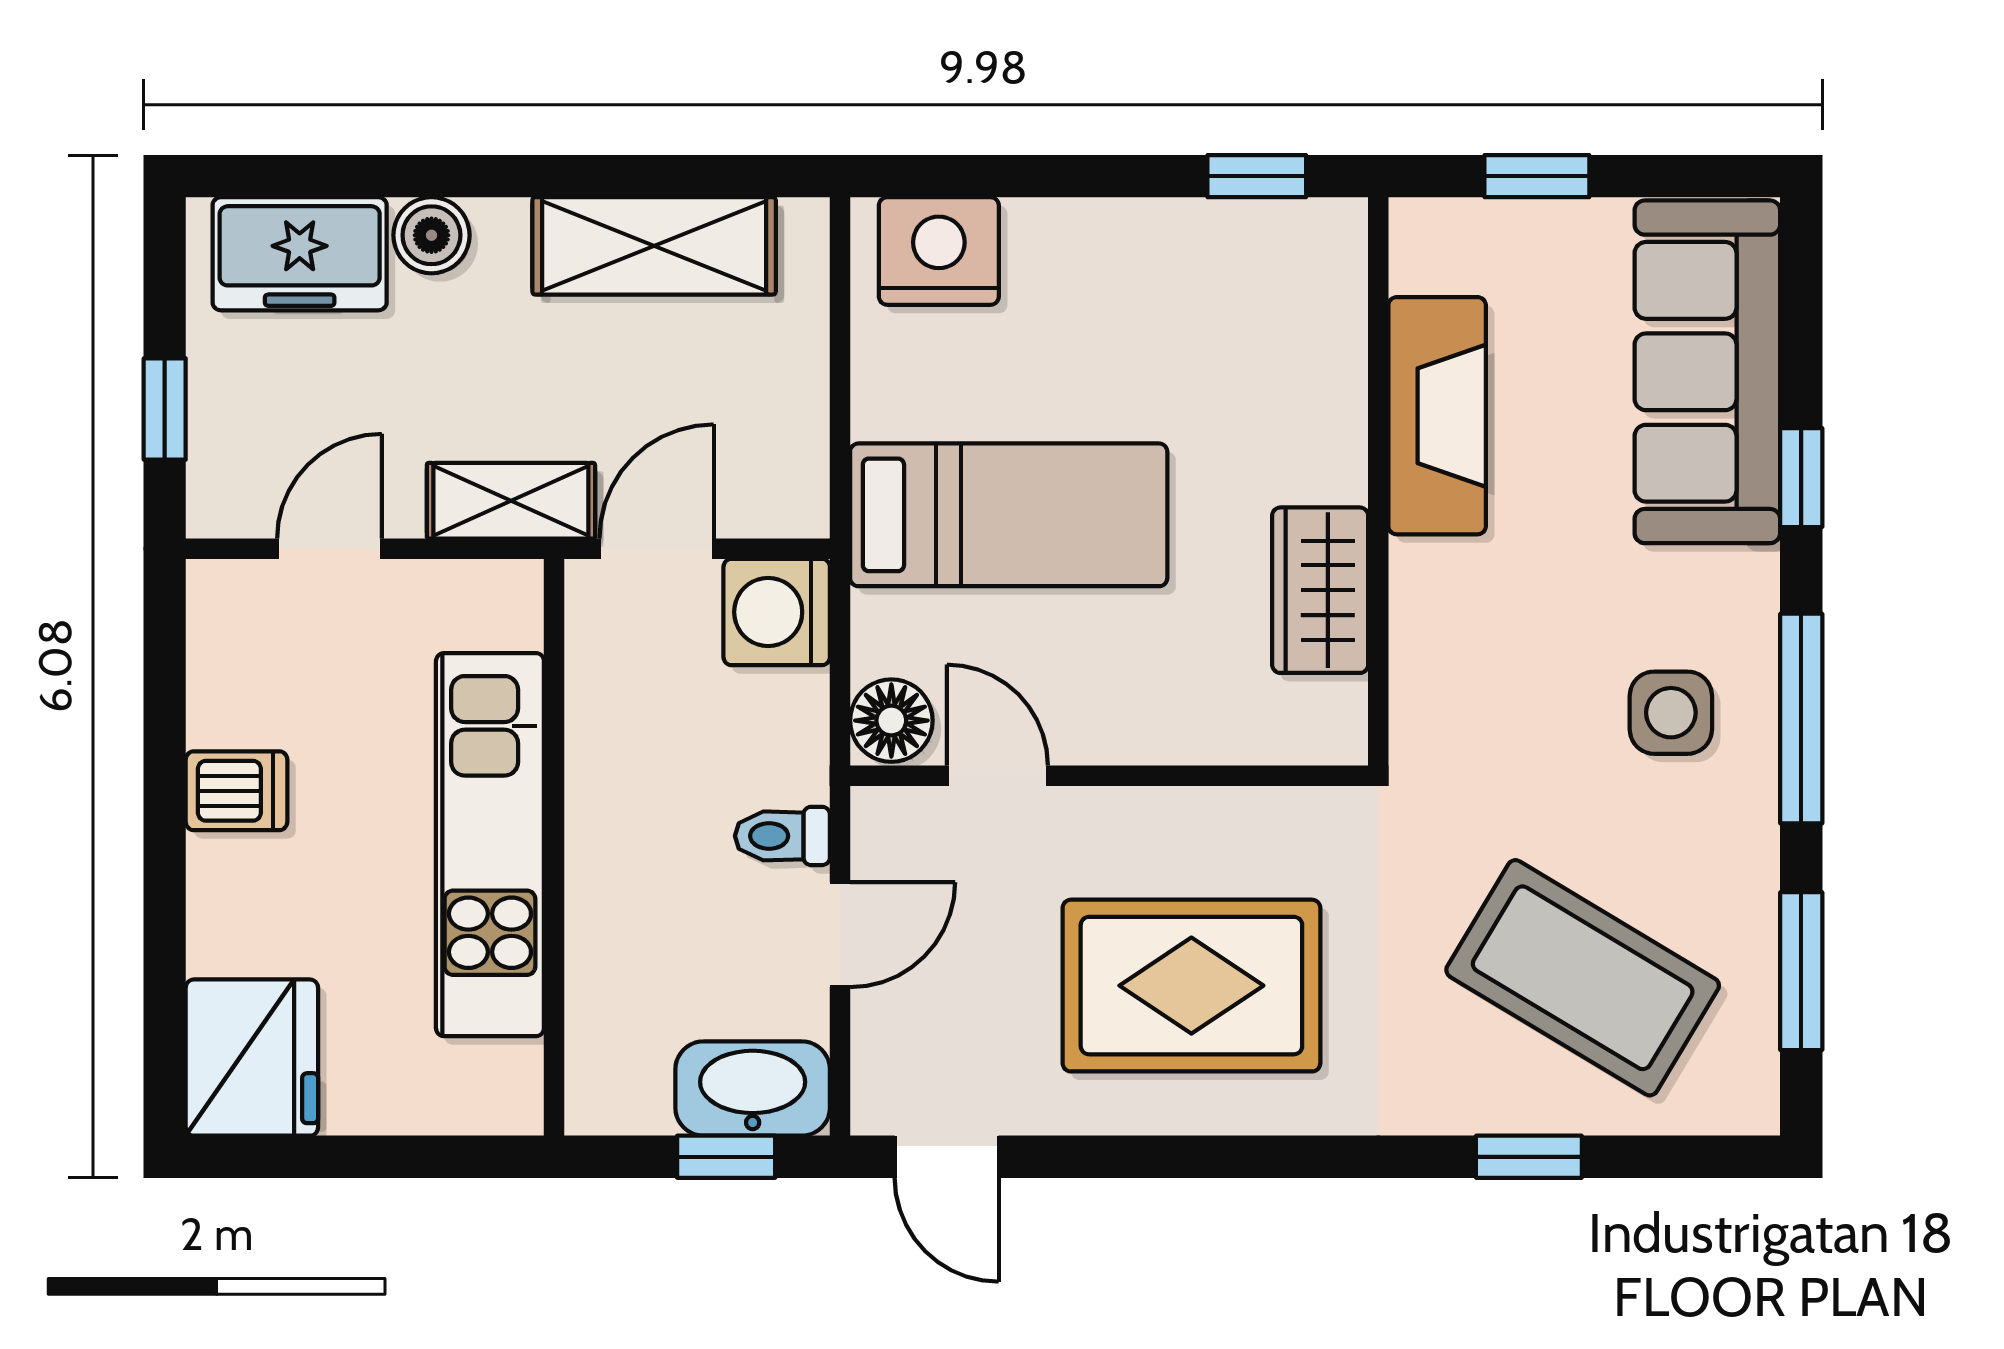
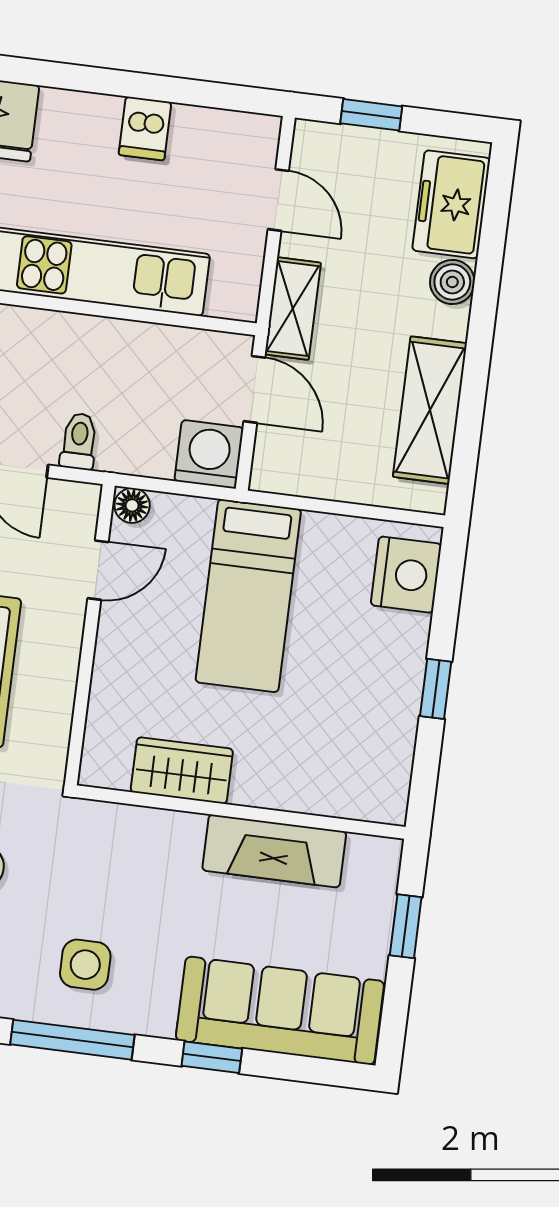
window: (1257, 176) -> (436, 689), moved
floor lamp: (891, 721) -> (132, 505), width x0.73, depth x0.73

